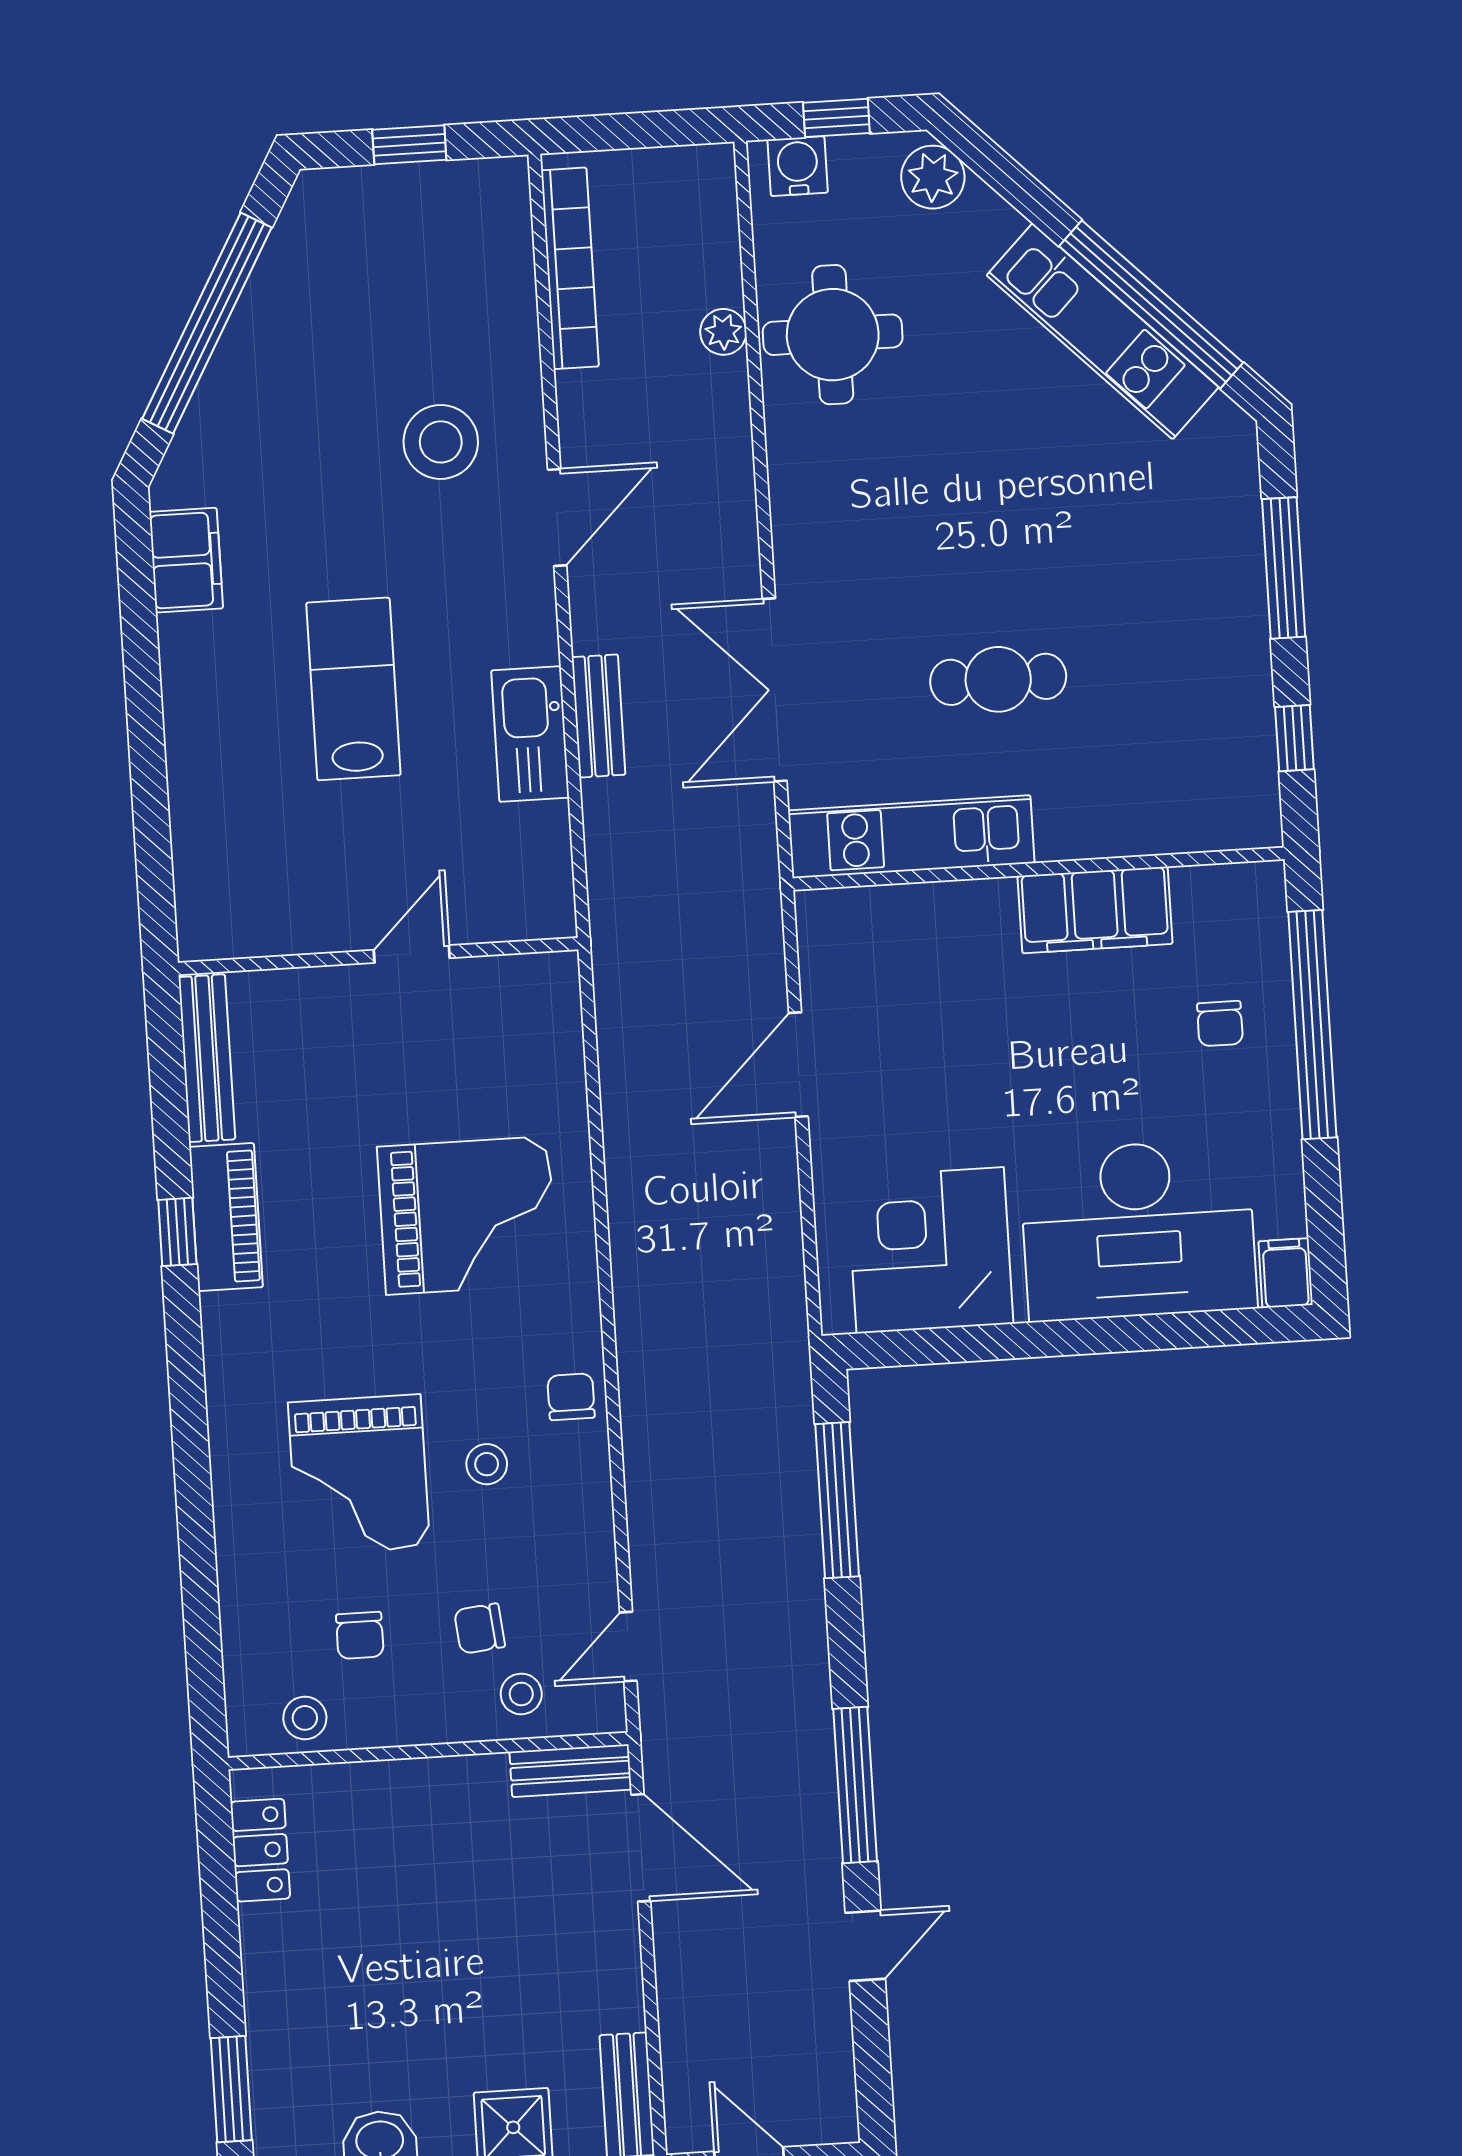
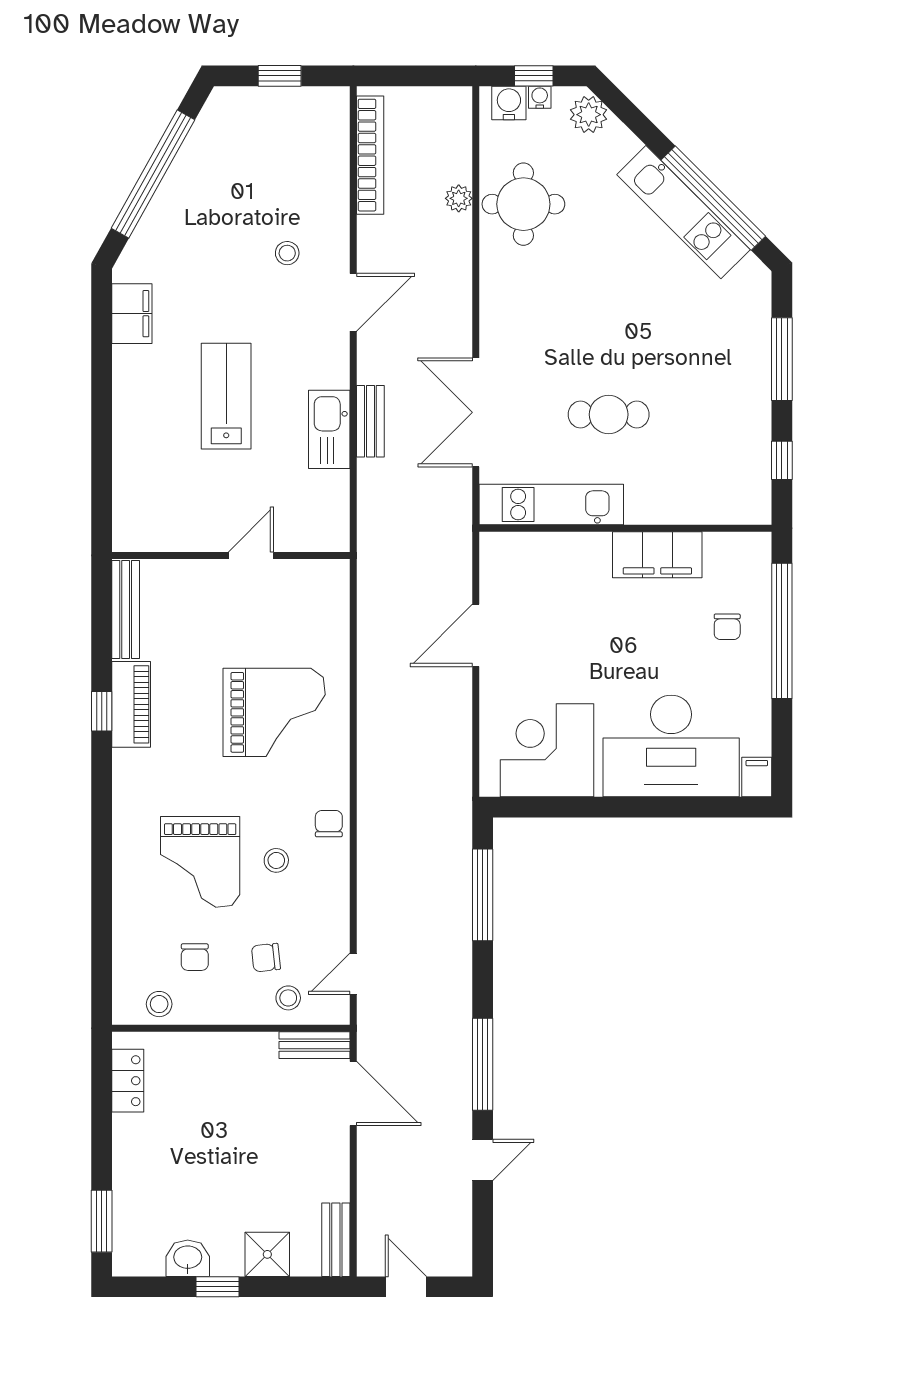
water cooler: (849, 153) -> (540, 97), added
stool: (441, 442) -> (287, 253), width x0.53, depth x0.53

